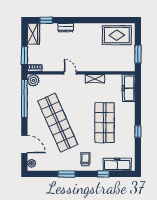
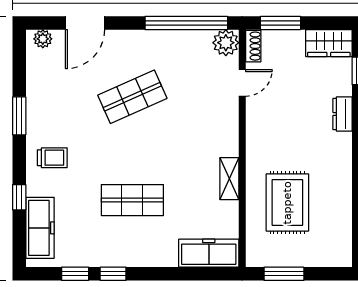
rug: (117, 35) -> (287, 203), moved
door: (70, 73) -> (242, 83), moved
shop shelf: (58, 123) -> (132, 97), width x0.50, depth x0.74
shop shelf: (105, 123) -> (132, 200), width x0.70, depth x0.74
window: (138, 149) -> (75, 274), added

